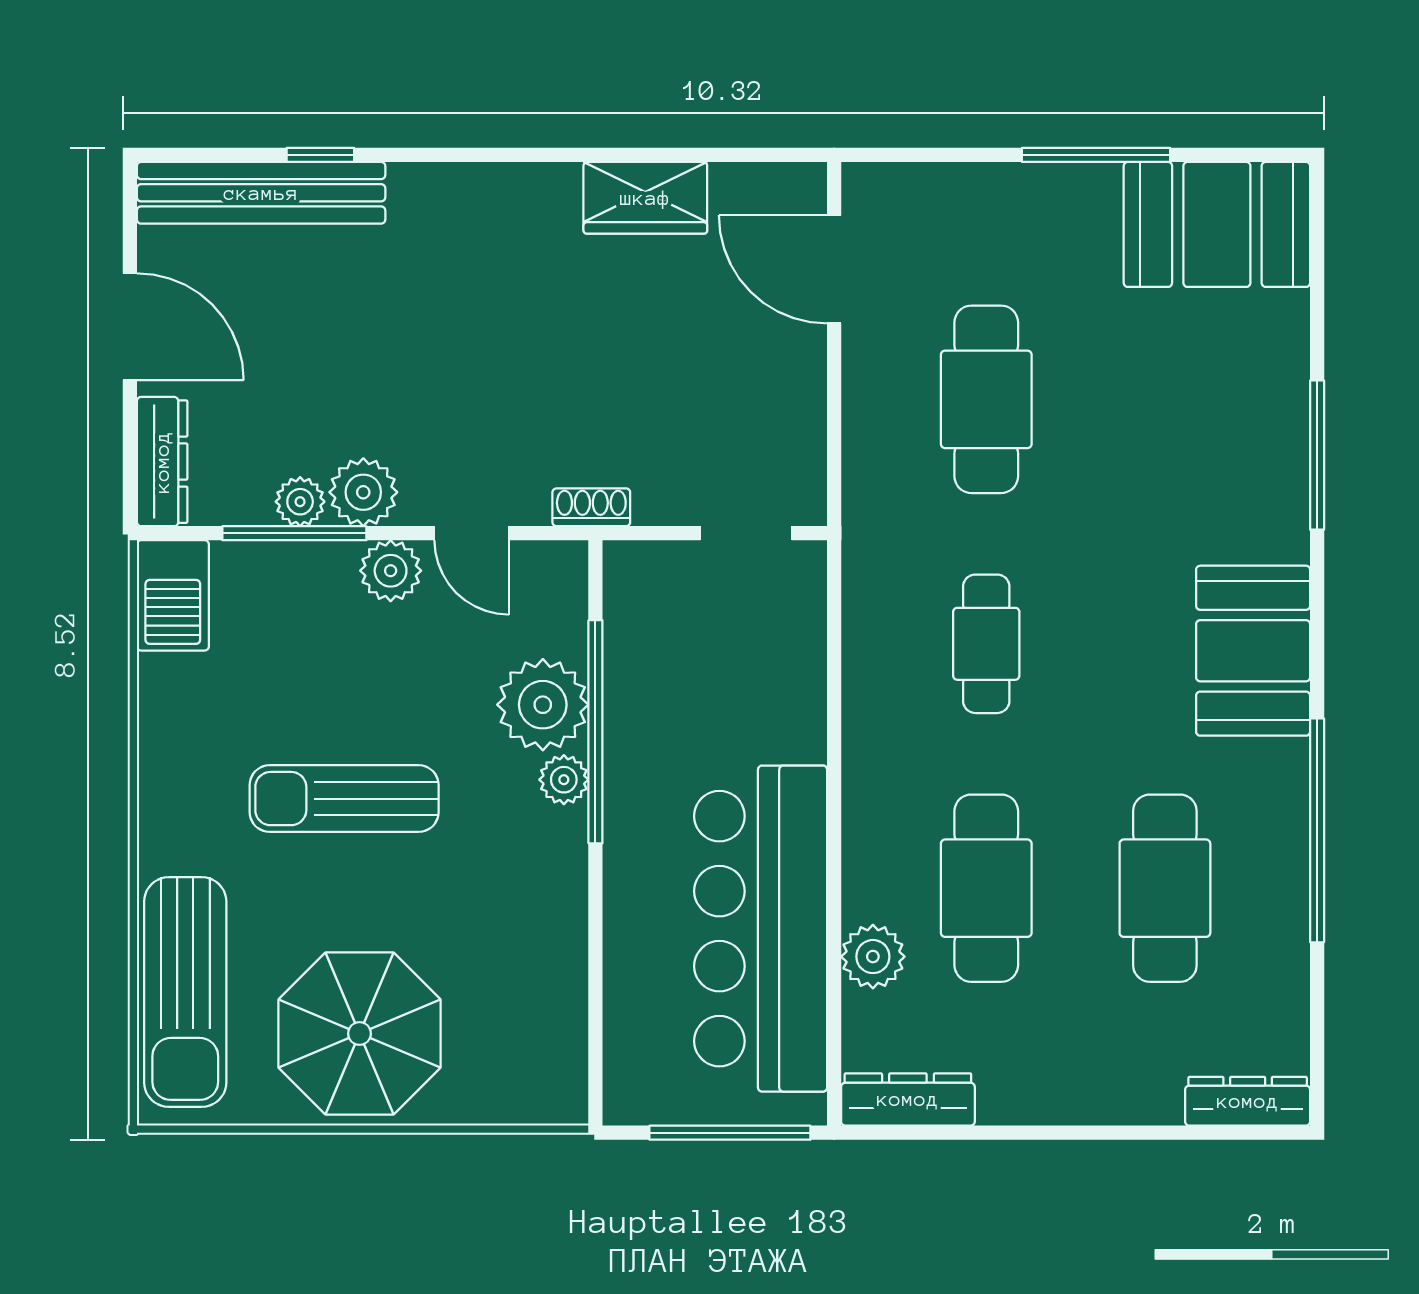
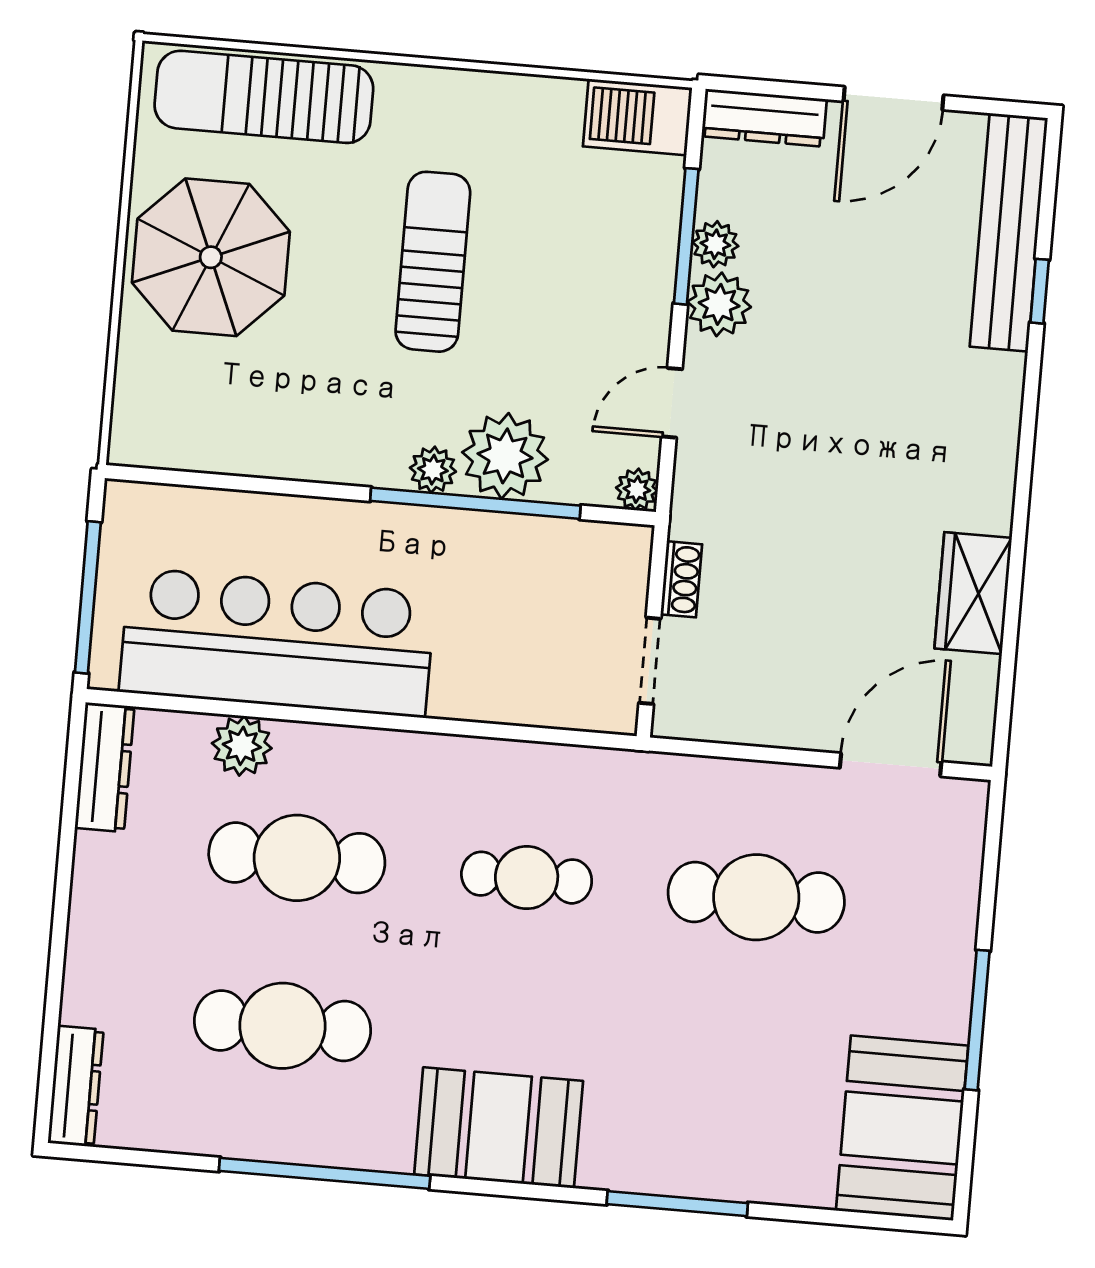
shoe rack: (591, 507) -> (681, 579), moved
plant: (391, 571) -> (637, 489), moved, width x0.73, depth x0.73

